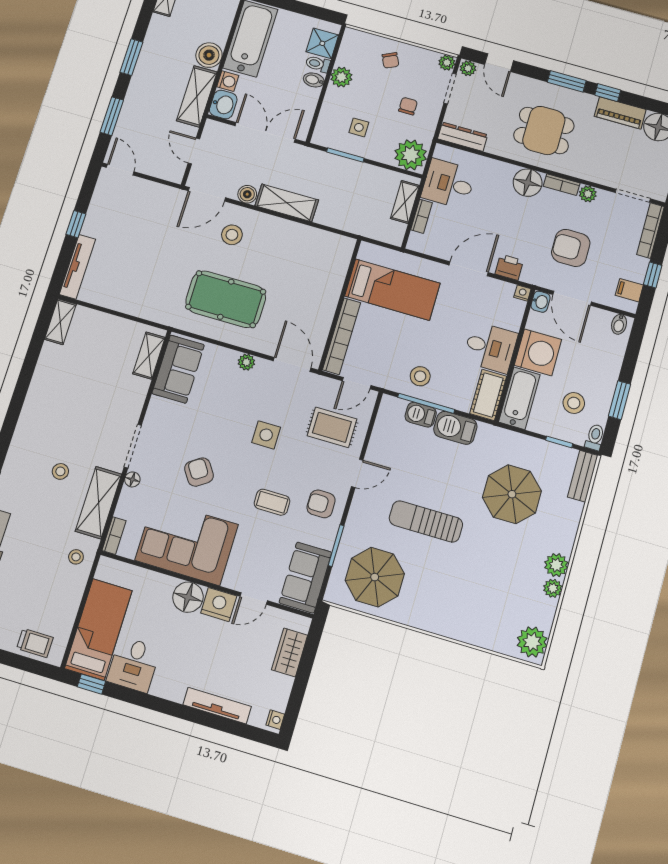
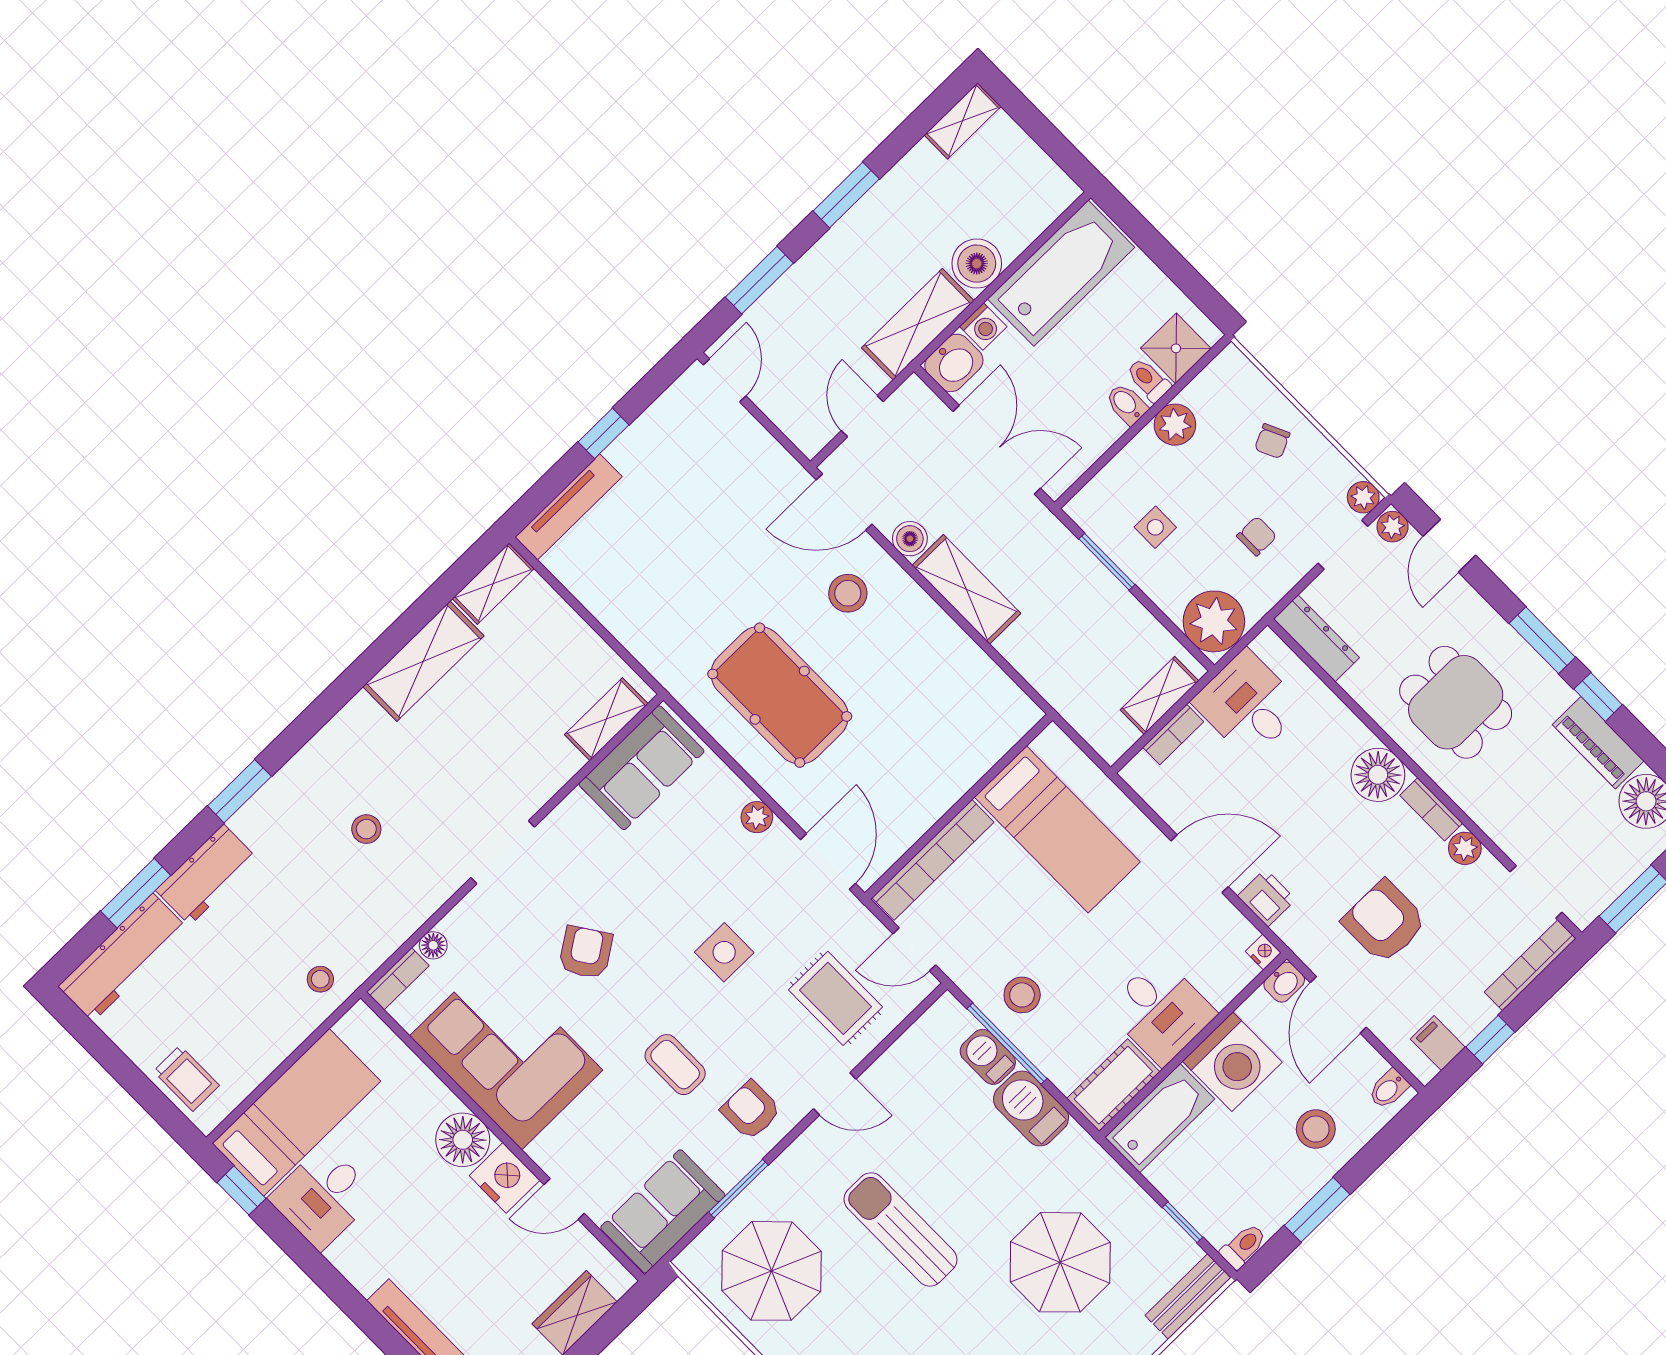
stool: (574, 403) -> (1316, 1129), moved
floor lamp: (132, 479) -> (433, 945), moved
shelving: (98, 503) -> (423, 661), moved

